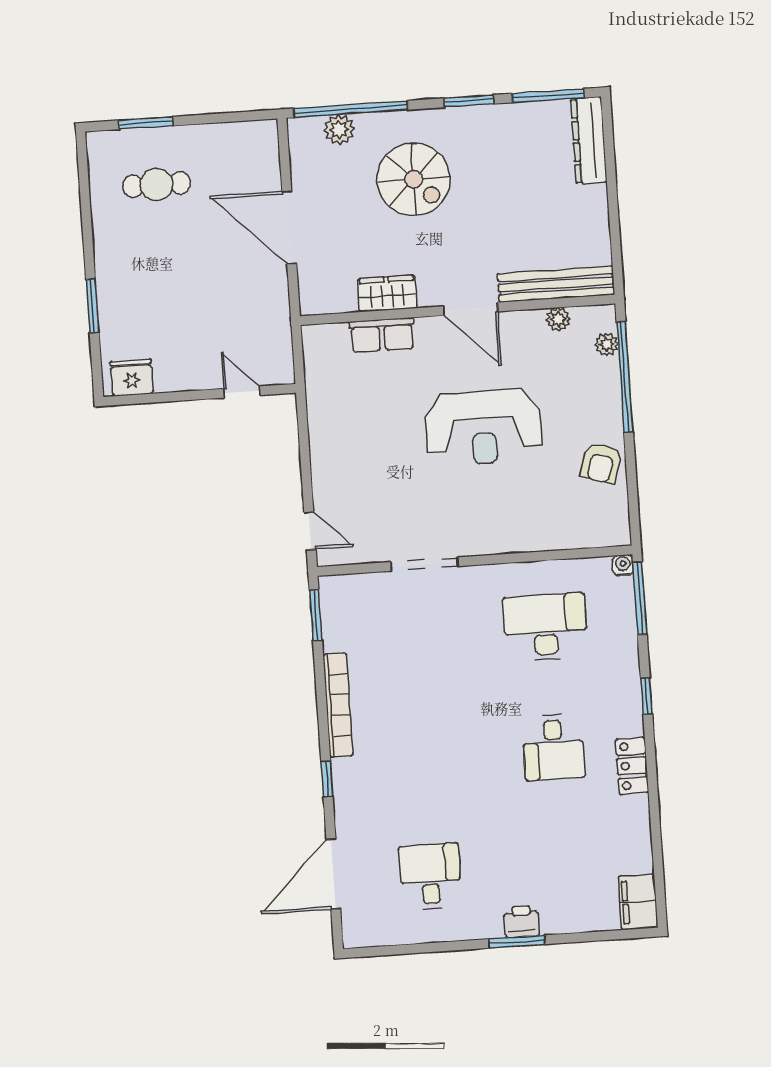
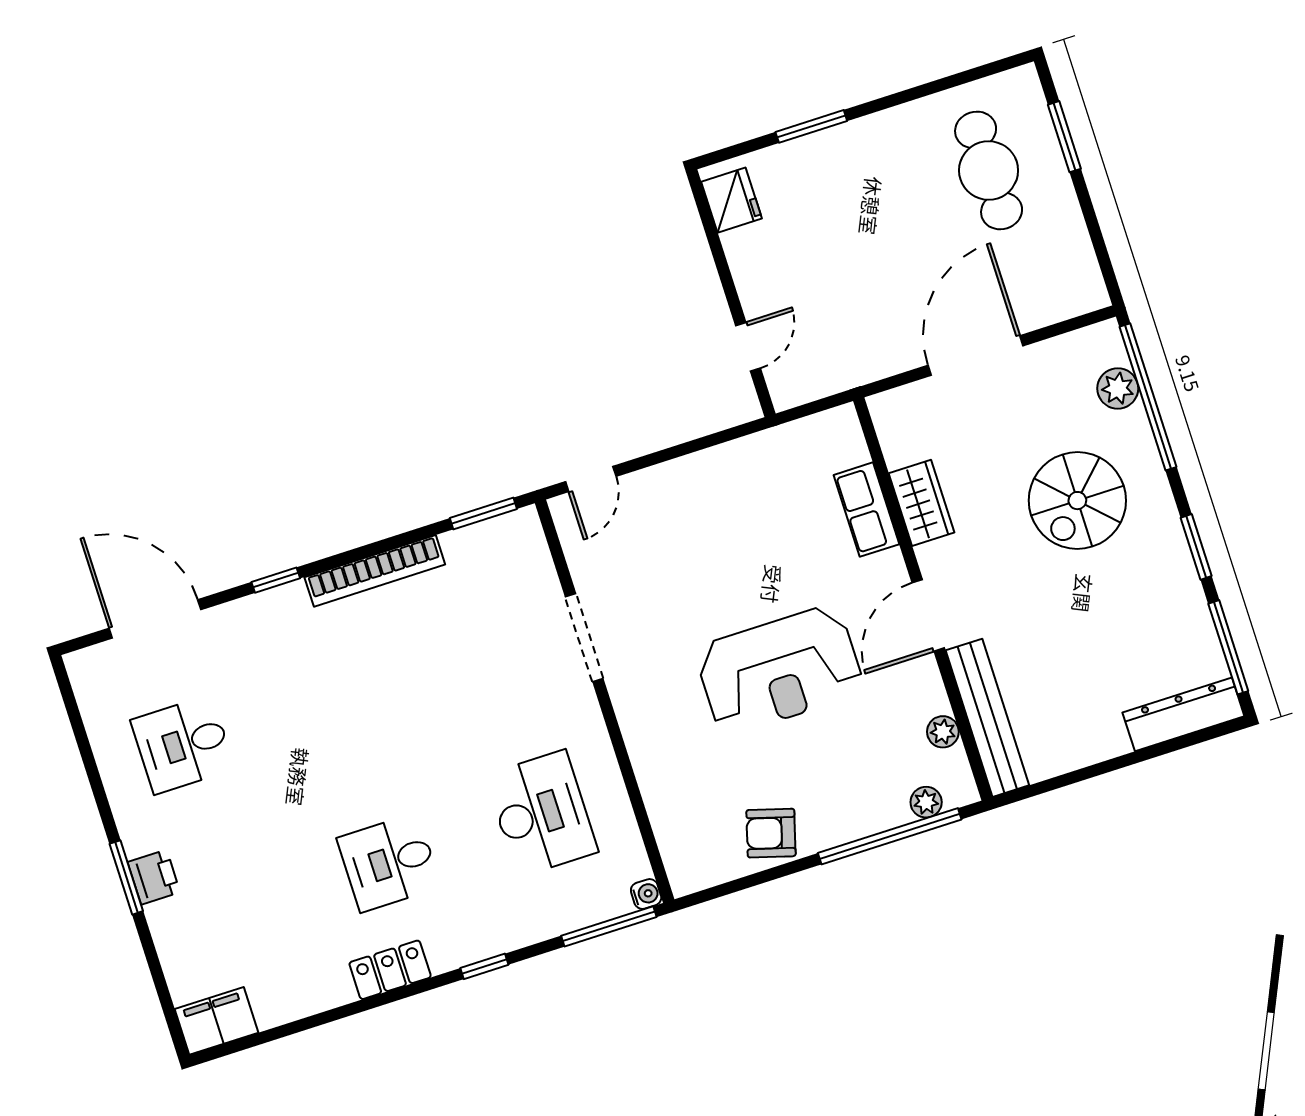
cafe table: (157, 184) -> (989, 170), width x1.37, depth x1.35
reception desk: (484, 427) -> (780, 670), turned -90
desk: (430, 876) -> (183, 745), turned 180

